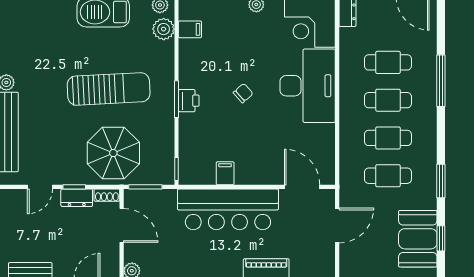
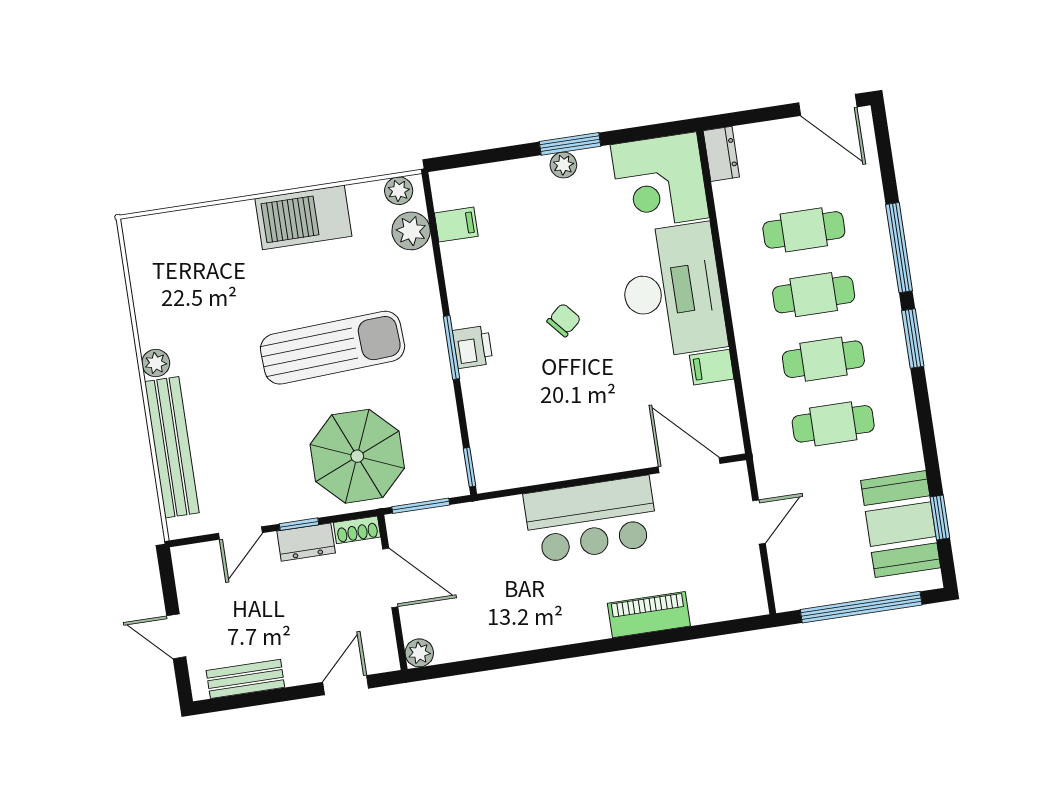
filing cabinet: (225, 173) -> (712, 367), moved, turned -90
window: (441, 181) -> (913, 338), moved
bar counter: (228, 209) -> (591, 519), width x0.73
door: (337, 225) -> (759, 522), width x0.73

